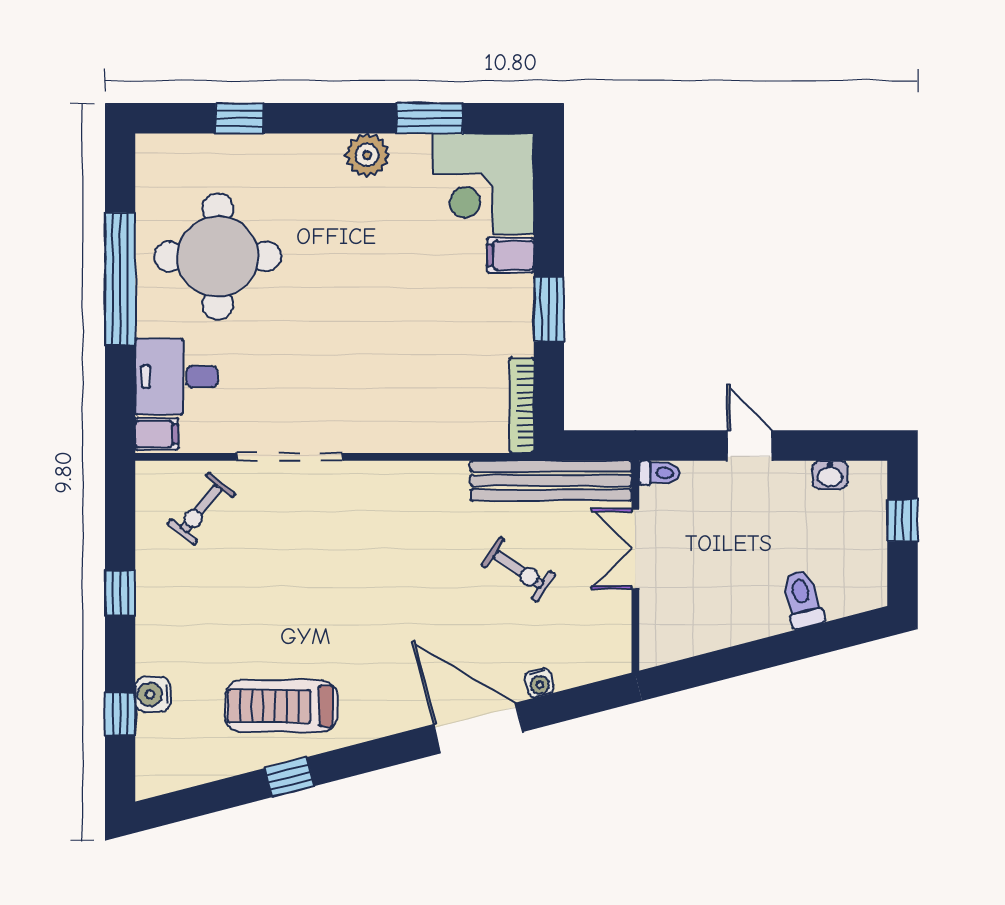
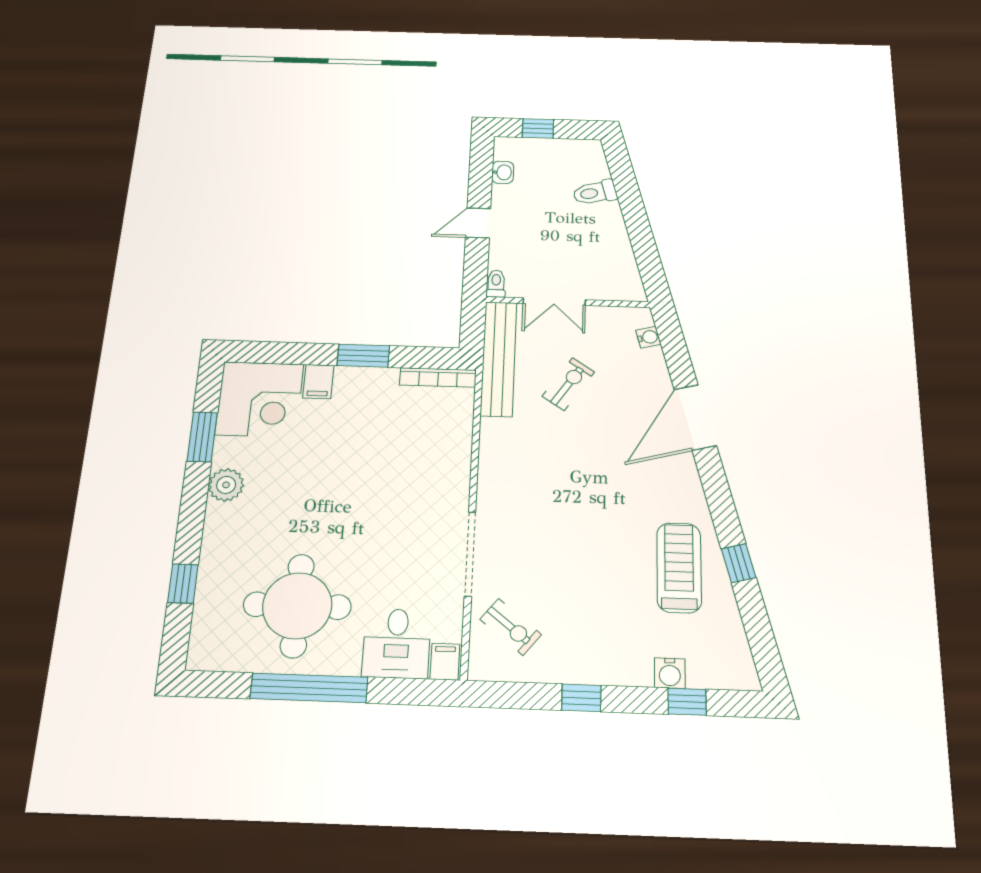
water cooler: (539, 683) -> (648, 337), moved
treadmill: (281, 706) -> (679, 568), turned 180

